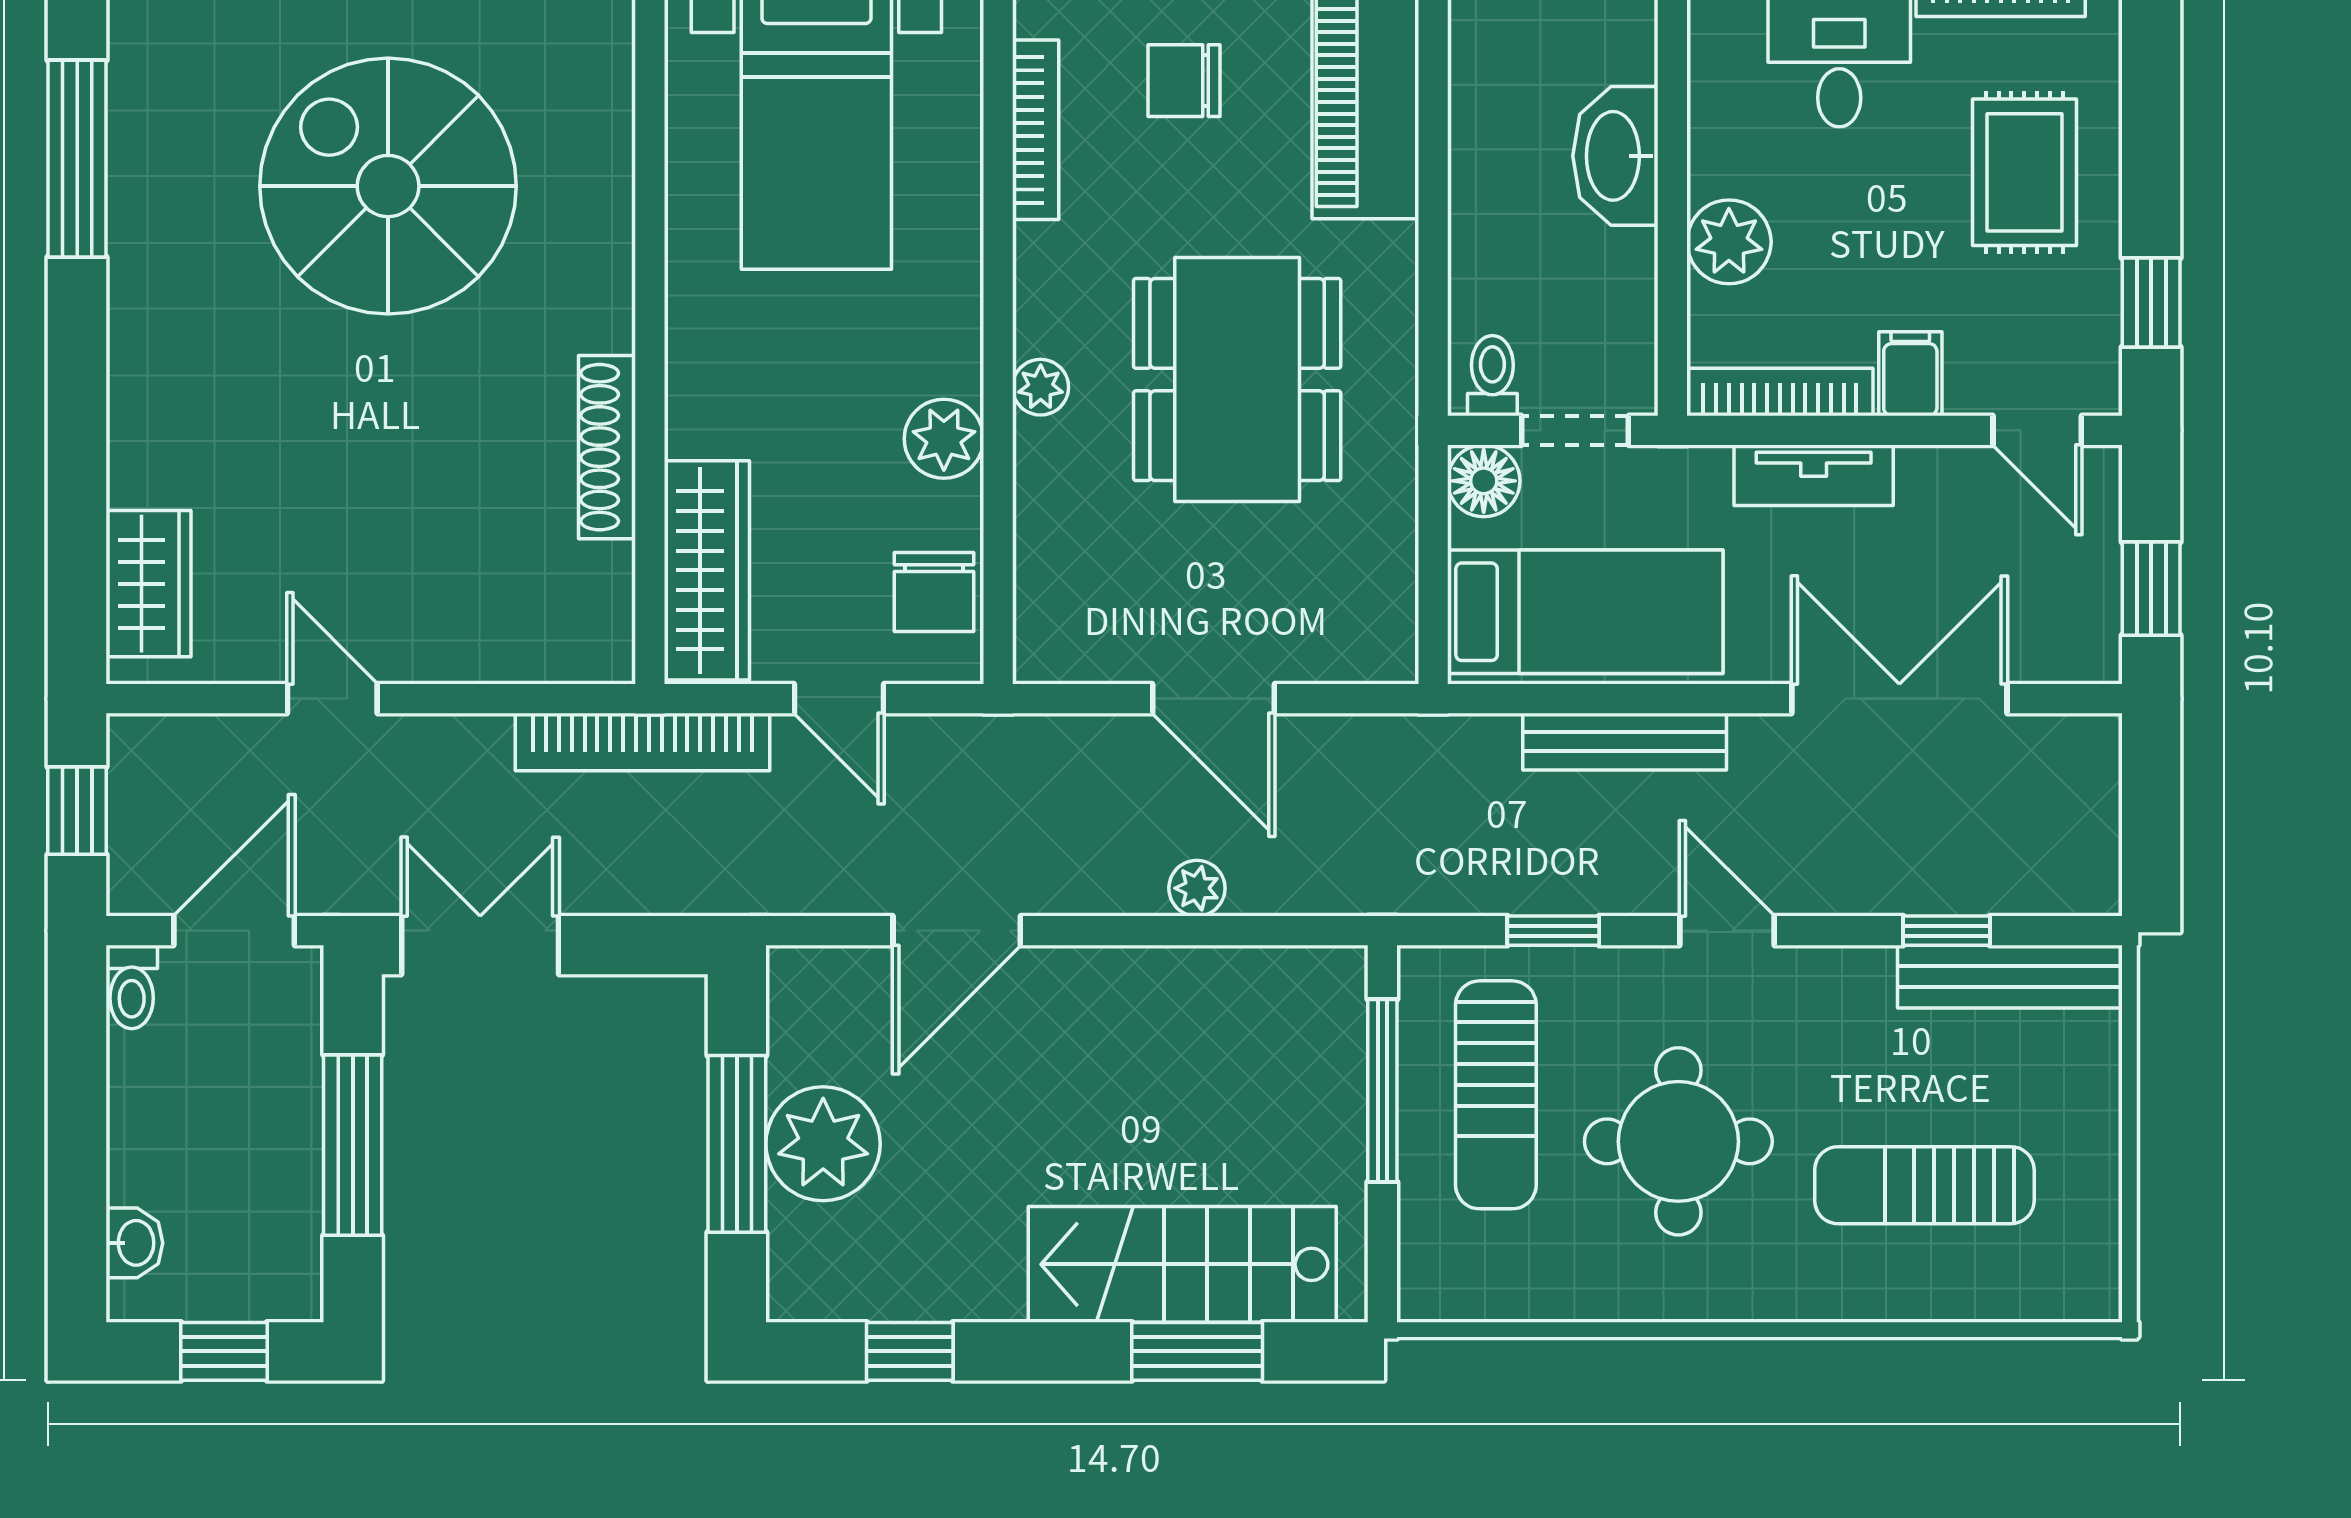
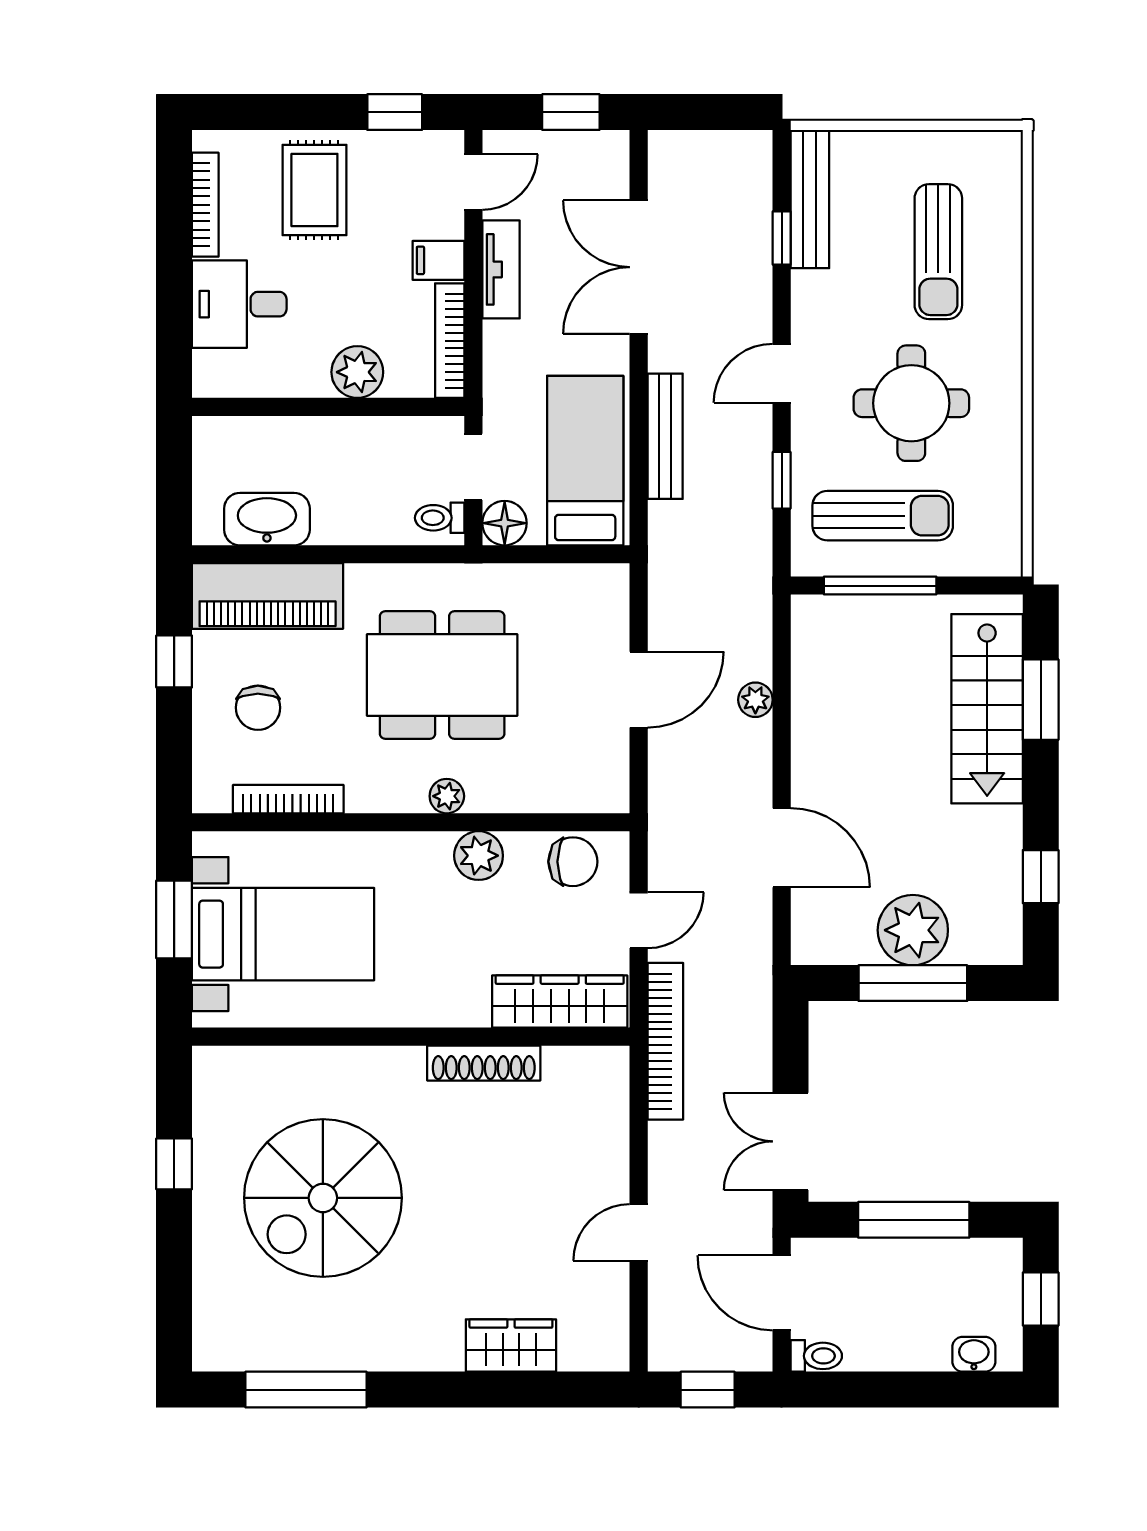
washbasin: (1615, 156) -> (267, 519), moved, turned 180
rug: (2024, 172) -> (314, 190), turned 90
tv unit: (1814, 475) -> (501, 269), moved
wardrobe: (148, 584) -> (511, 1346), moved

